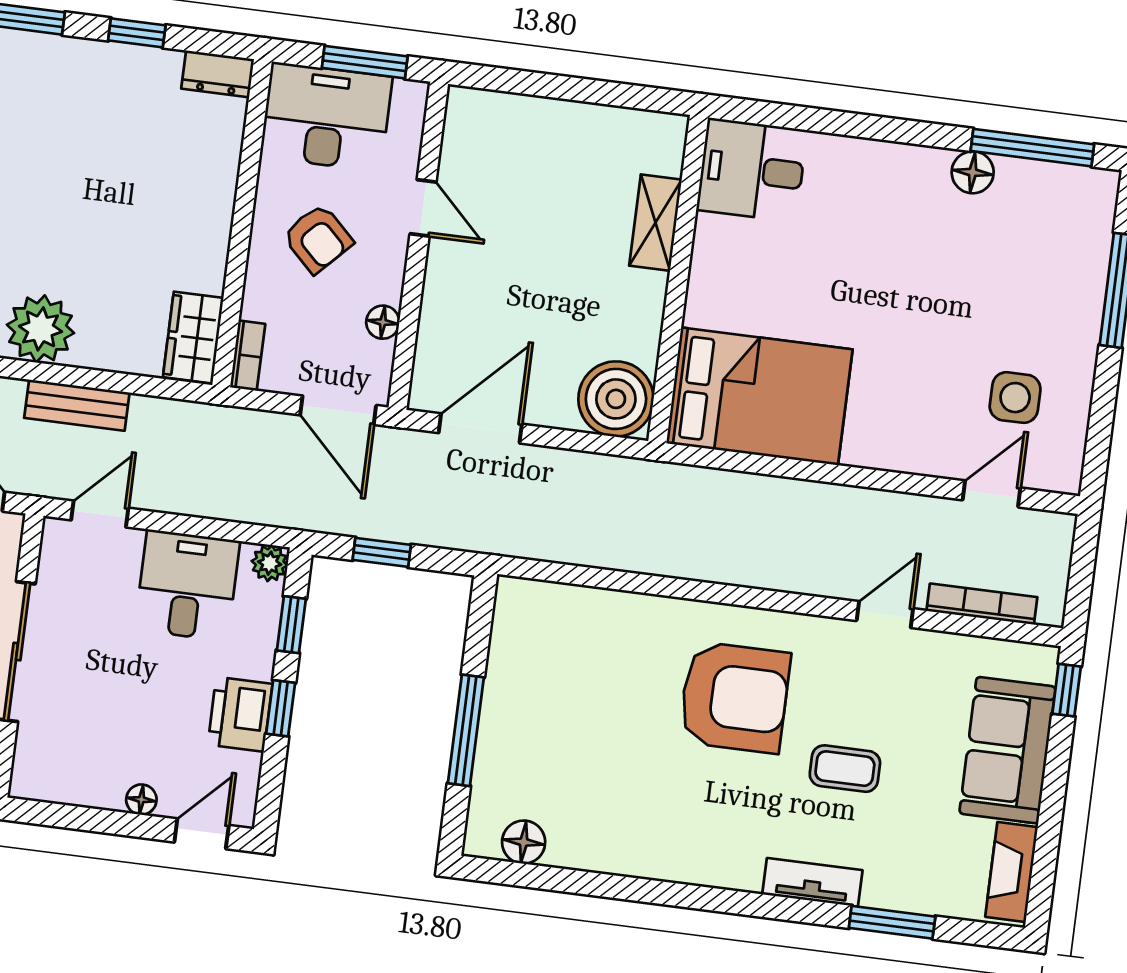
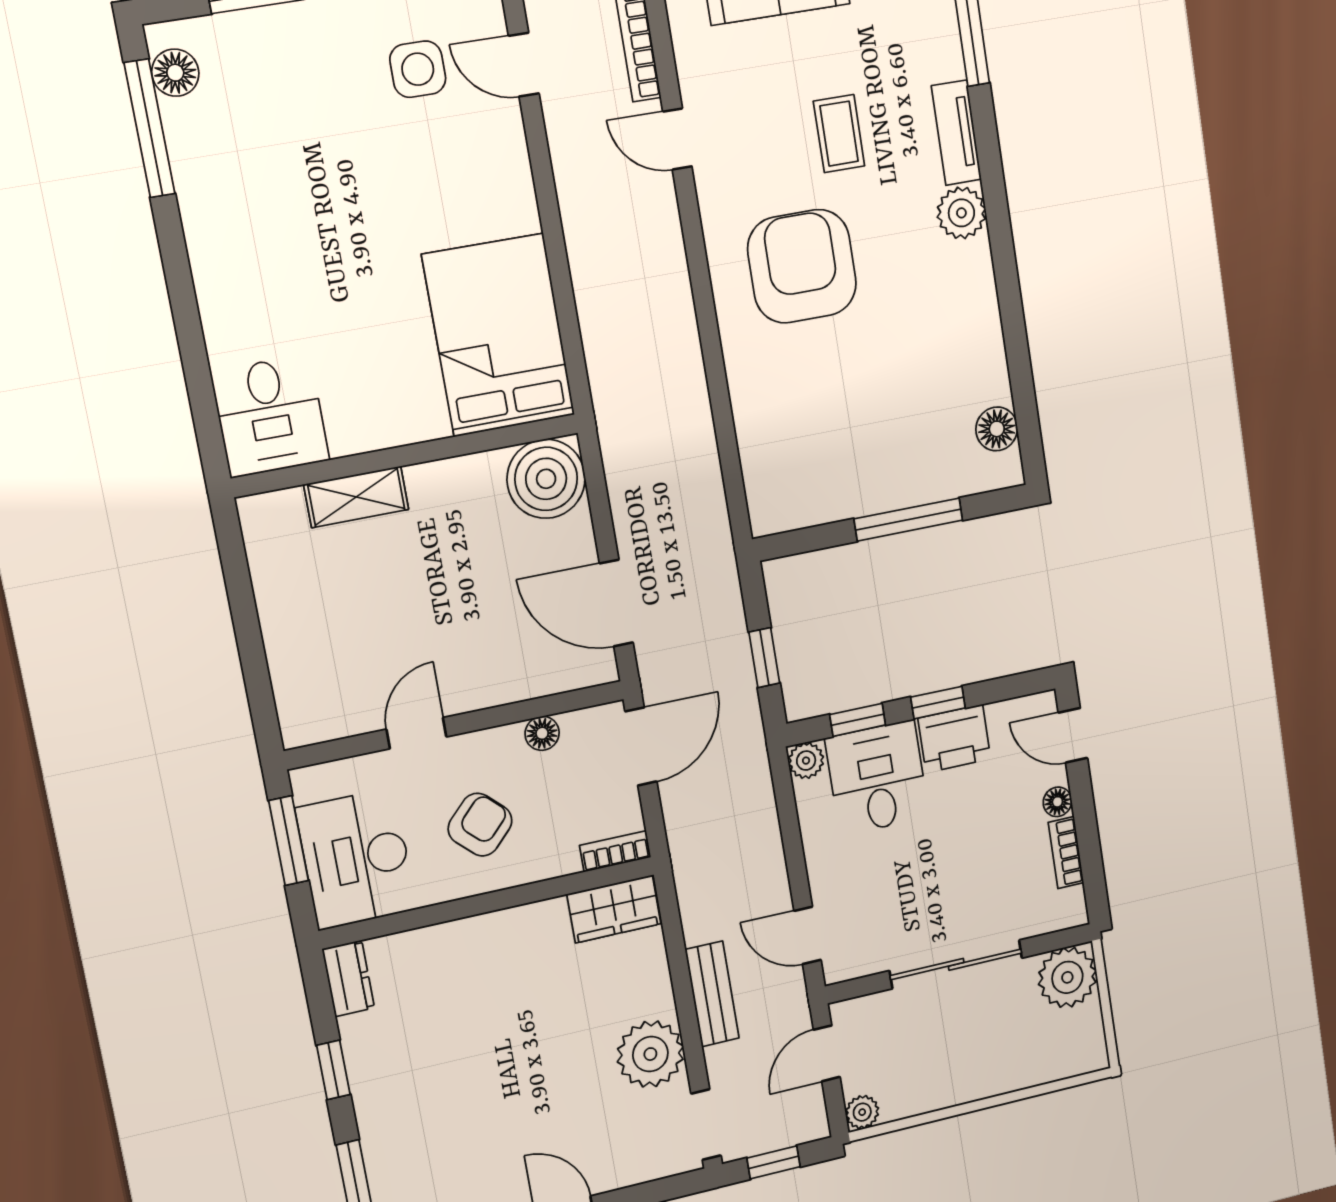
floor lamp: (973, 172) -> (175, 73), moved
desk: (187, 585) -> (877, 778), moved, turned 90
bookcase: (88, 794) -> (1066, 853), added
plant: (737, 866) -> (961, 213), added

